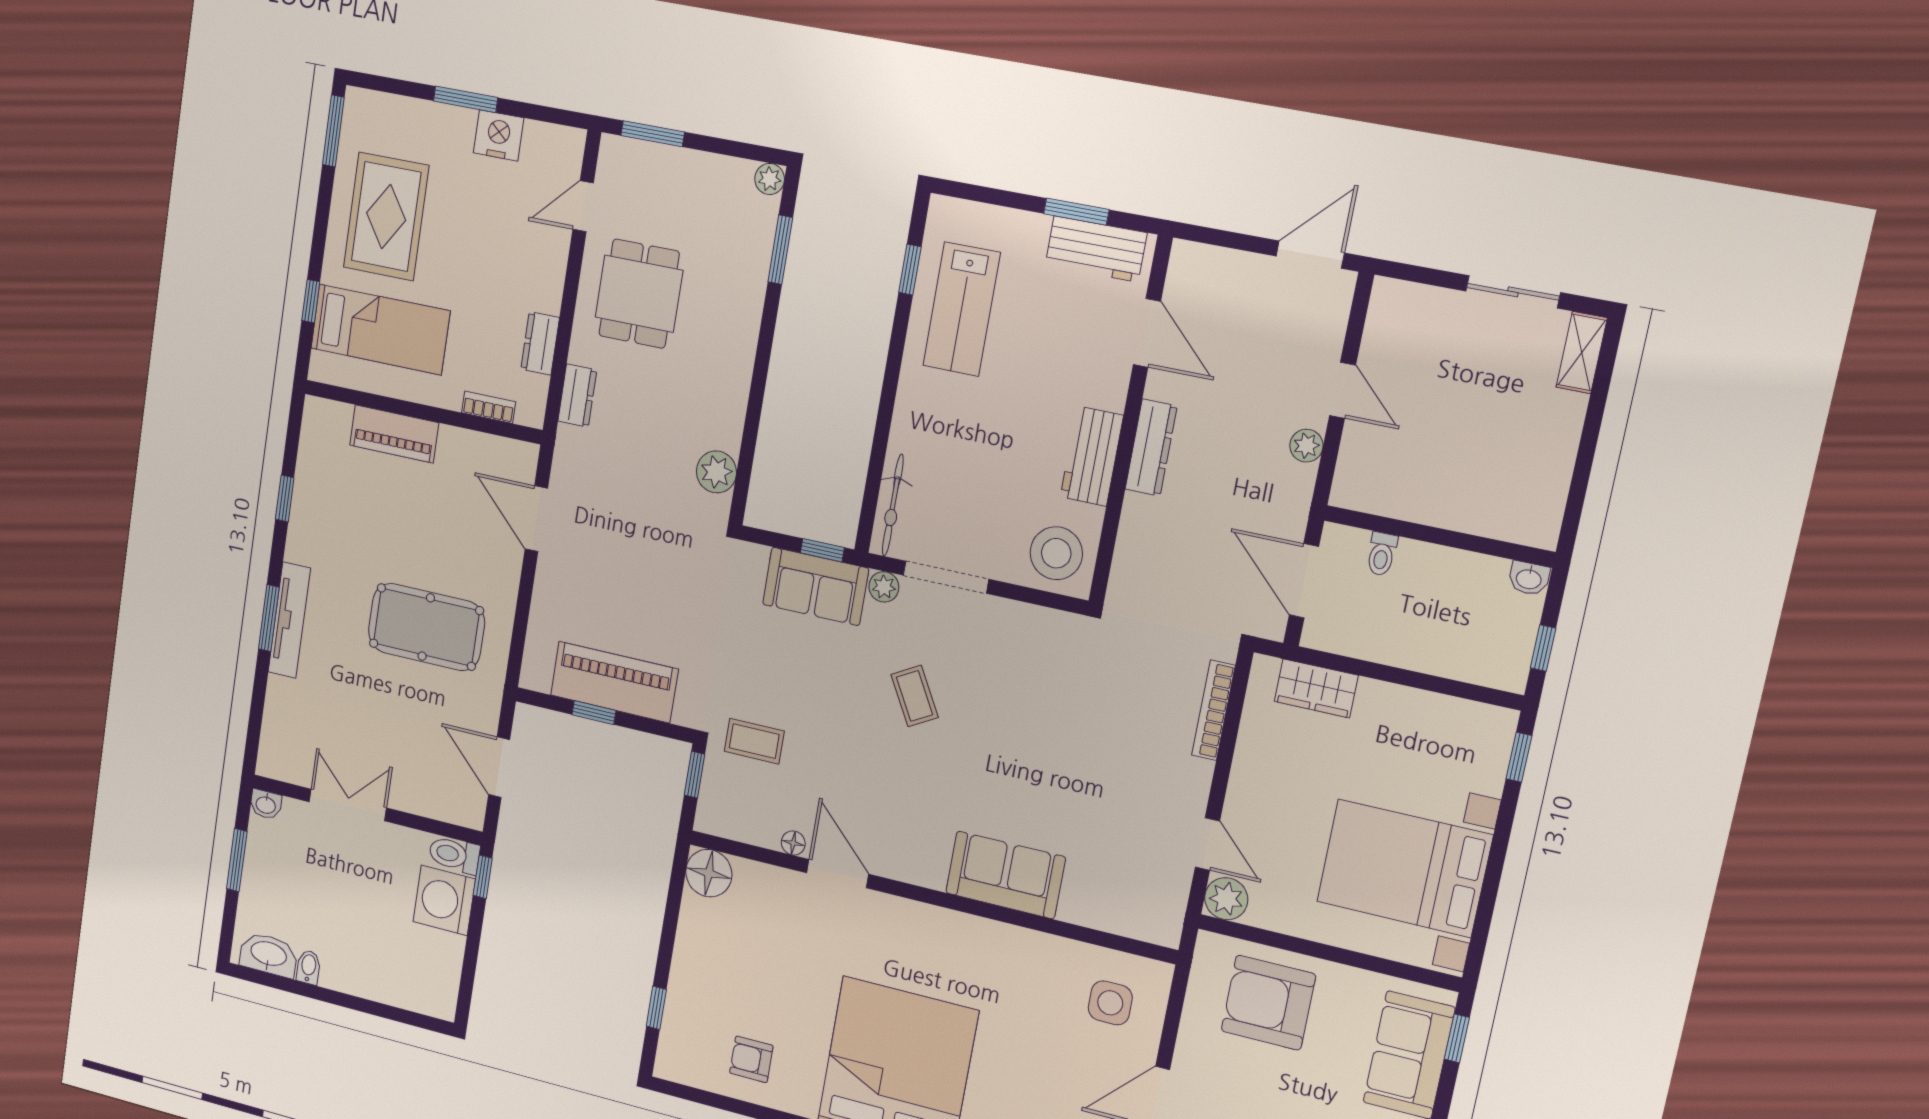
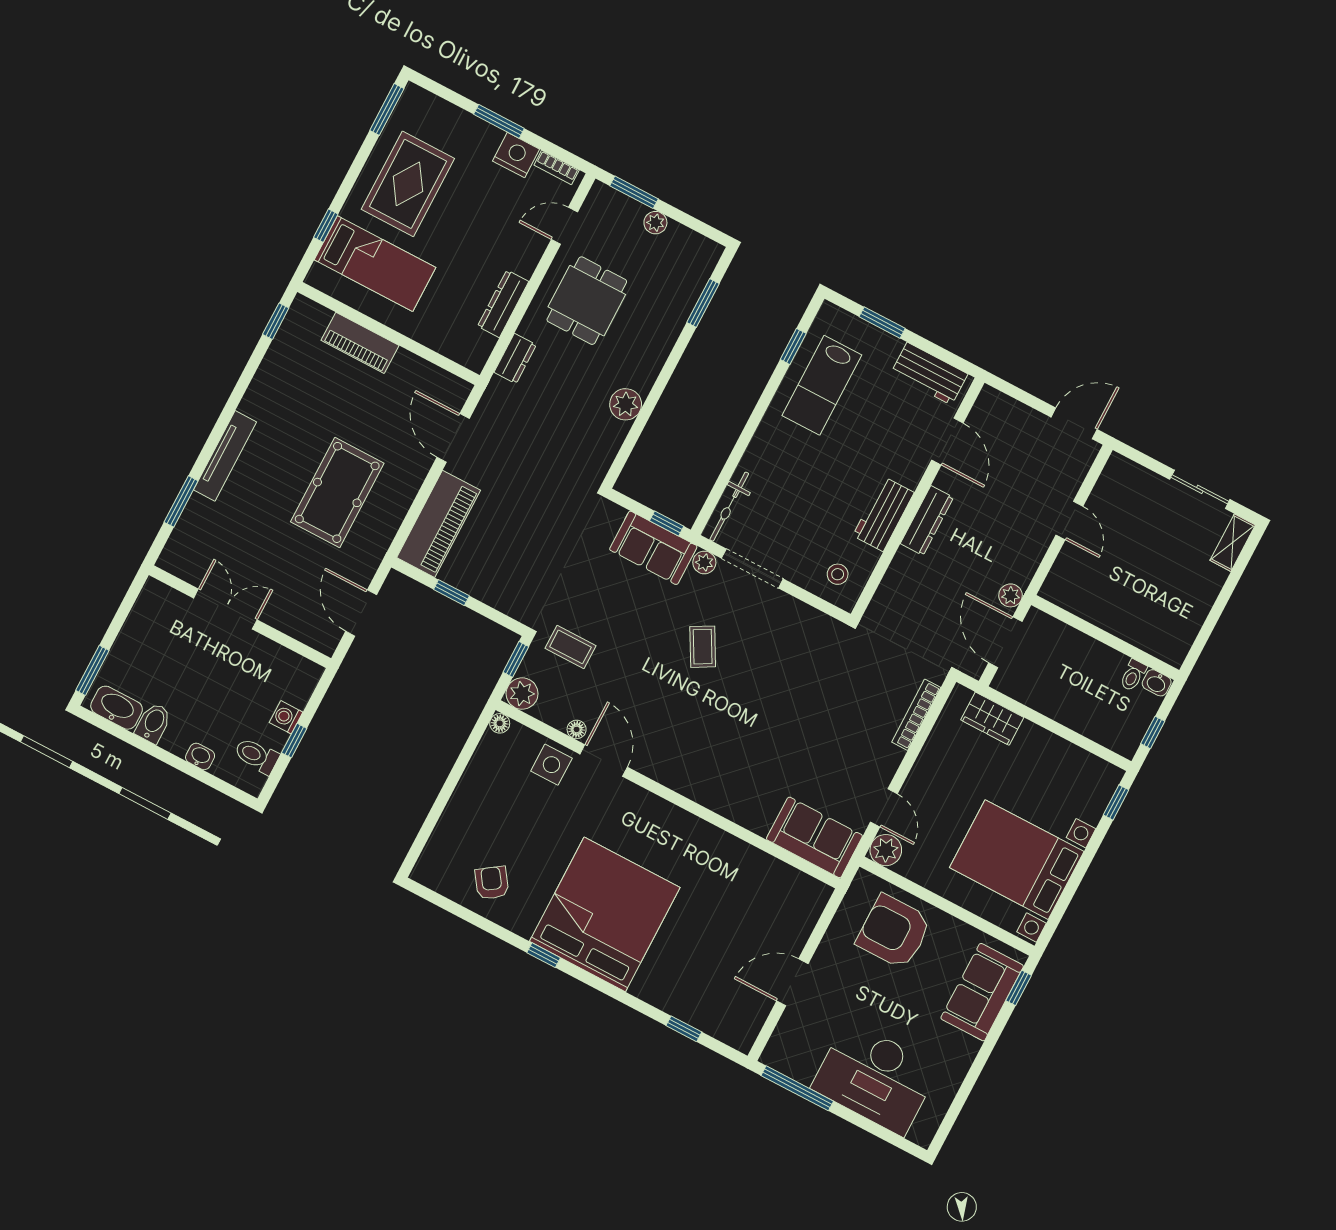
plant: (770, 179) -> (655, 223), moved
window: (1076, 212) -> (882, 323), moved
dresser: (540, 343) -> (503, 304), width x1.44
bookcase: (489, 407) -> (557, 168), moved, turned 180
plant: (1306, 446) -> (1011, 595), moved
plant: (716, 472) -> (626, 404), moved
window: (285, 498) -> (276, 321), moved
stool: (1056, 553) -> (838, 574), width x0.53, depth x0.53
toilet: (1382, 554) -> (1133, 675), moved
window: (269, 618) -> (181, 501), moved
pool table: (426, 627) -> (337, 492), turned 90
piano: (614, 682) -> (439, 524), moved, turned 90
washbasin: (266, 804) -> (200, 756), moved, turned 180
plant: (715, 815) -> (522, 694), added
toilet: (454, 855) -> (257, 756), moved
window: (237, 860) -> (92, 670), moved
floor lamp: (709, 873) -> (500, 723), width x0.53, depth x0.53
sofa: (1005, 875) -> (814, 837), moved
window: (483, 877) -> (294, 741), moved
washing machine: (444, 900) -> (286, 717), width x0.53, depth x0.53
bidet: (309, 967) -> (153, 723), width x1.38, depth x1.36
side table: (1110, 1003) -> (551, 765), moved
window: (656, 1008) -> (428, 826), removed
armchair: (751, 1059) -> (492, 883), turned 55

